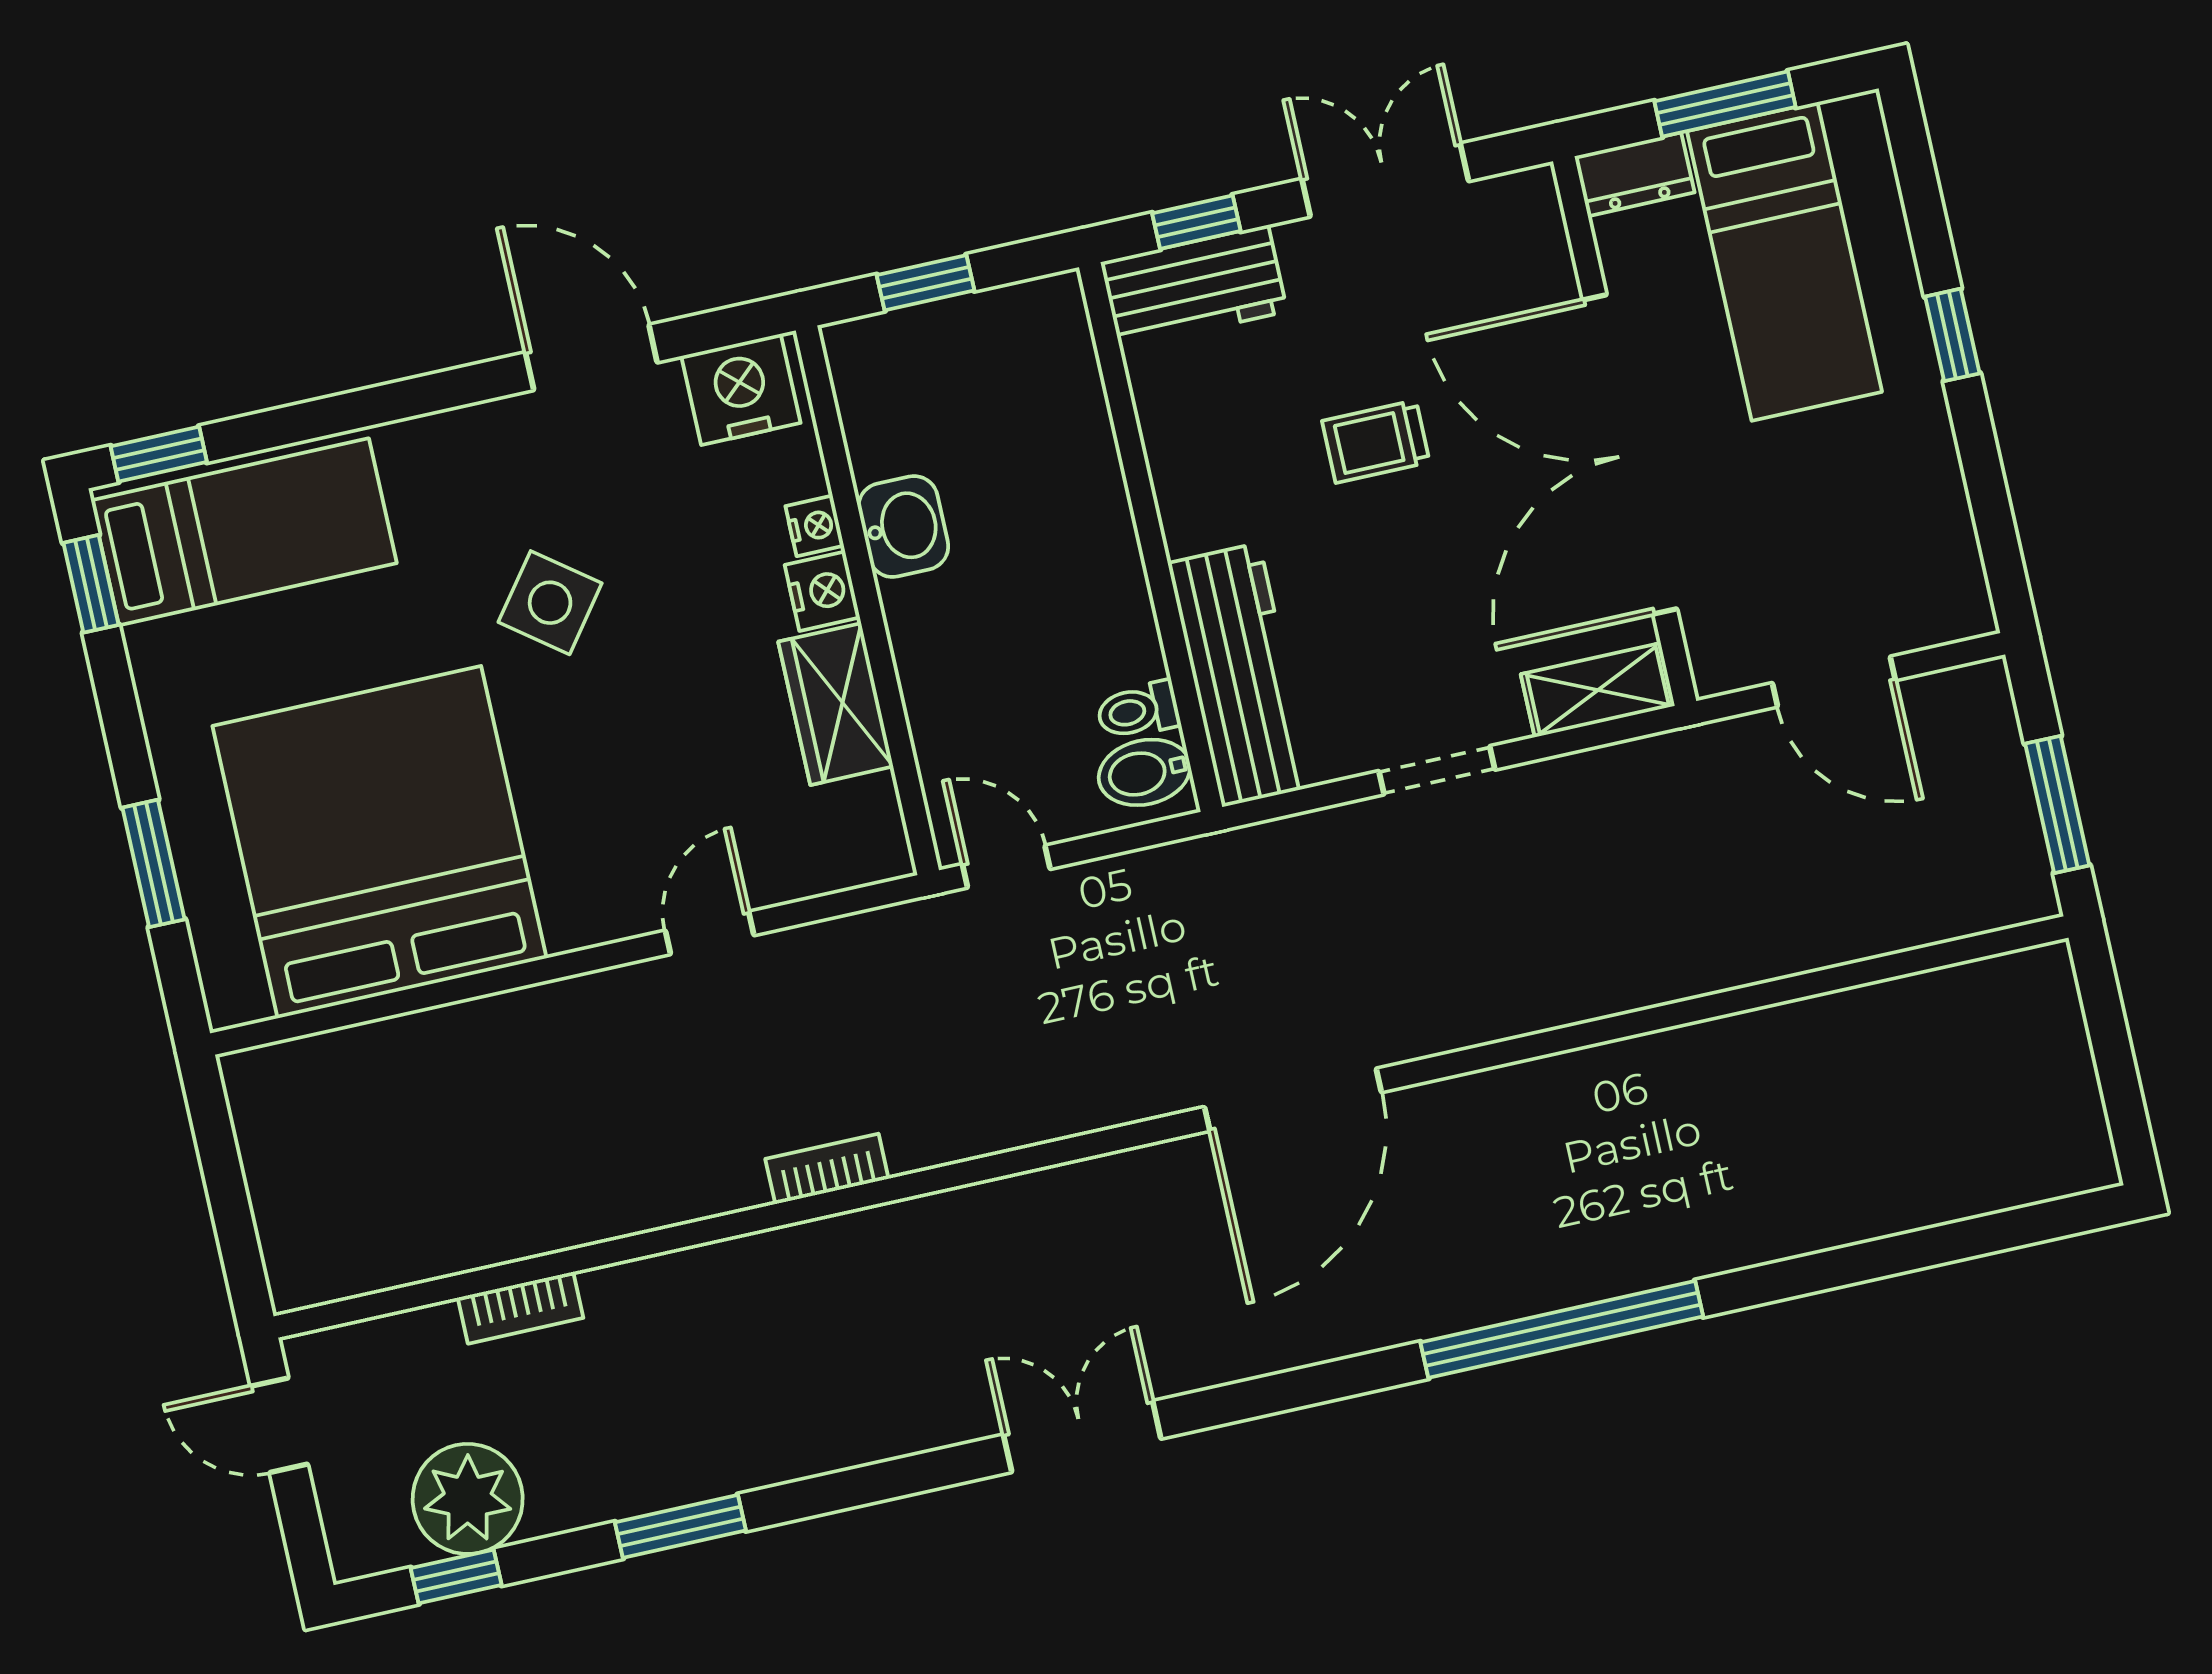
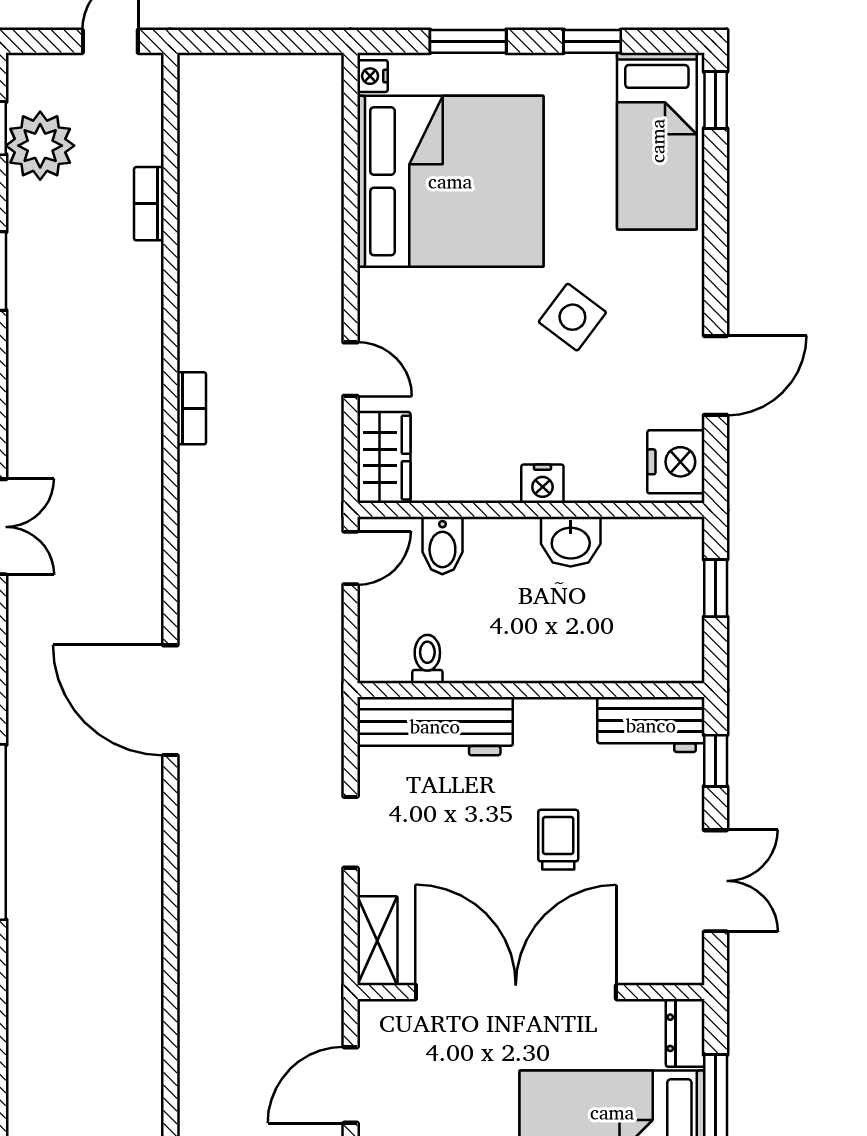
workbench: (1194, 287) -> (651, 725), moved, turned -90
nightstand: (815, 526) -> (372, 76), moved, turned 90
window: (91, 584) -> (592, 41), moved
wardrobe: (836, 704) -> (384, 458), moved, turned 90
bidet: (1144, 772) -> (442, 545), moved, turned 180

